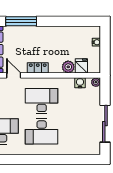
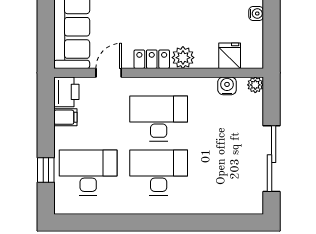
plant: (68, 67) -> (183, 58), moved
door: (14, 75) -> (109, 73), hinge flipped
desk: (42, 131) -> (159, 173), turned 180

